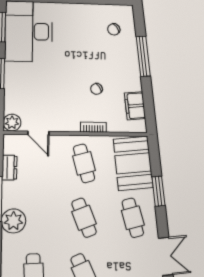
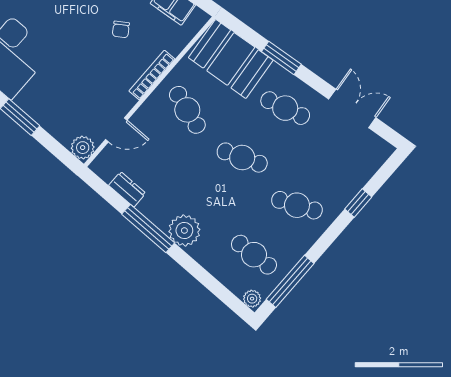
bookcase: (93, 127) -> (152, 75), width x1.56
cafe table: (84, 163) -> (187, 110), turned 33

